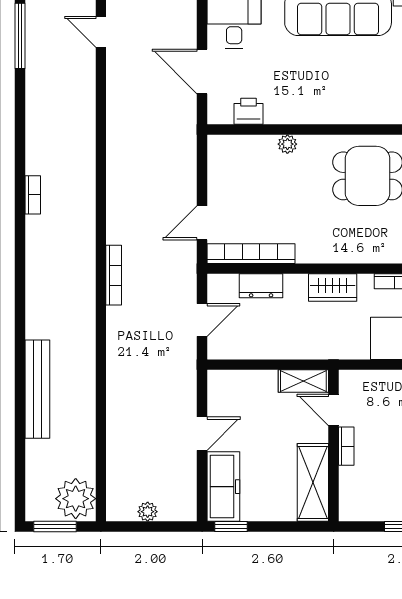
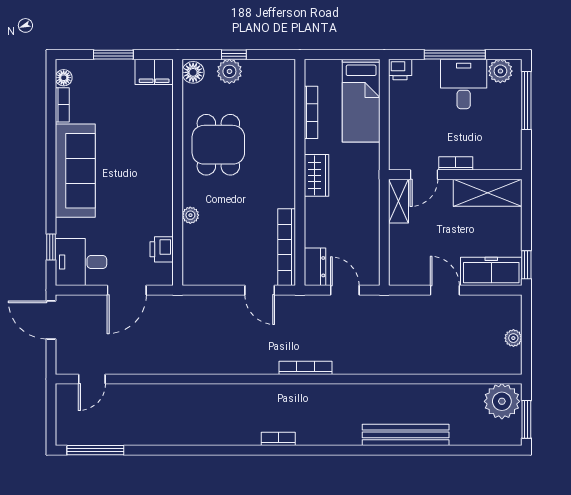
bookcase: (33, 195) -> (278, 439), moved
dresser: (261, 286) -> (315, 267), moved

